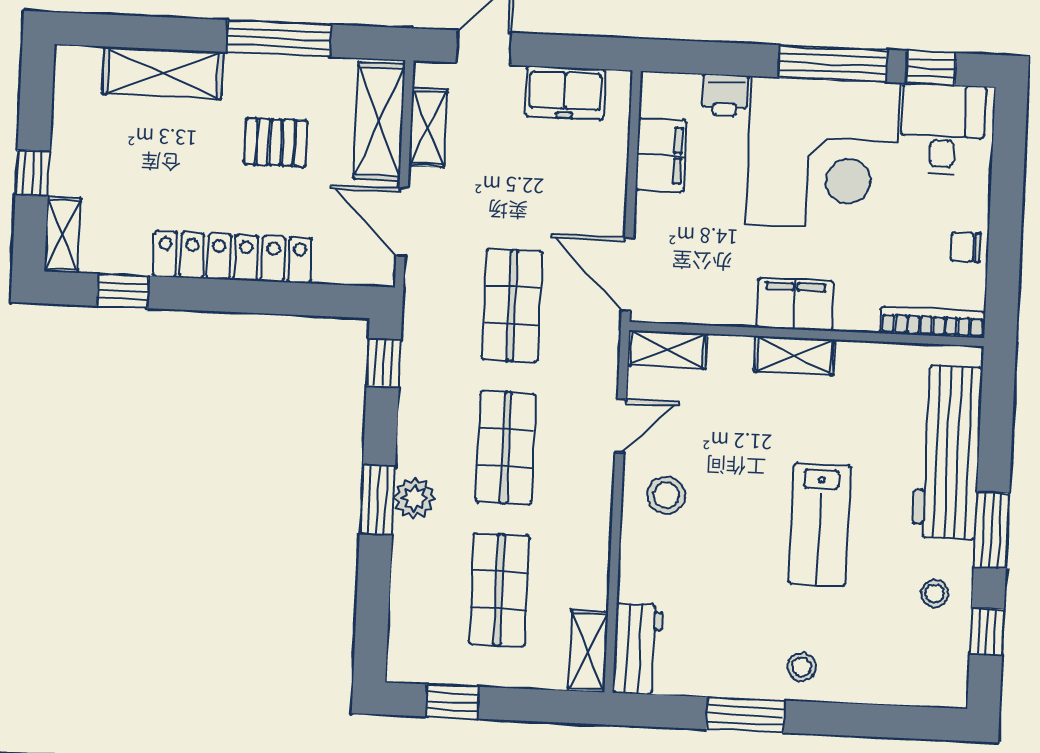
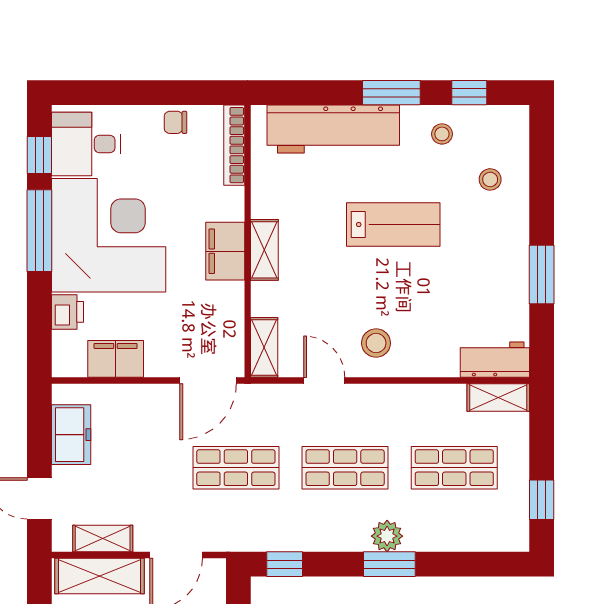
chair: (966, 247) -> (175, 122), turned 90
stool: (802, 667) -> (490, 179), moved

